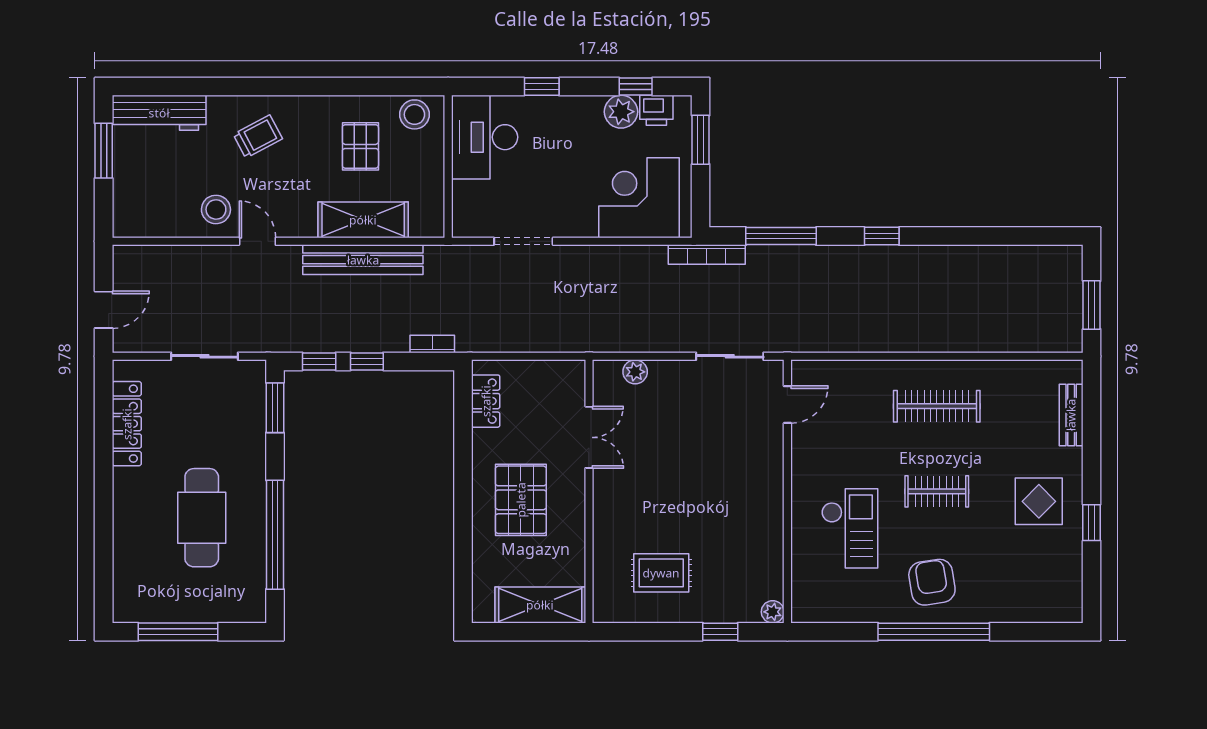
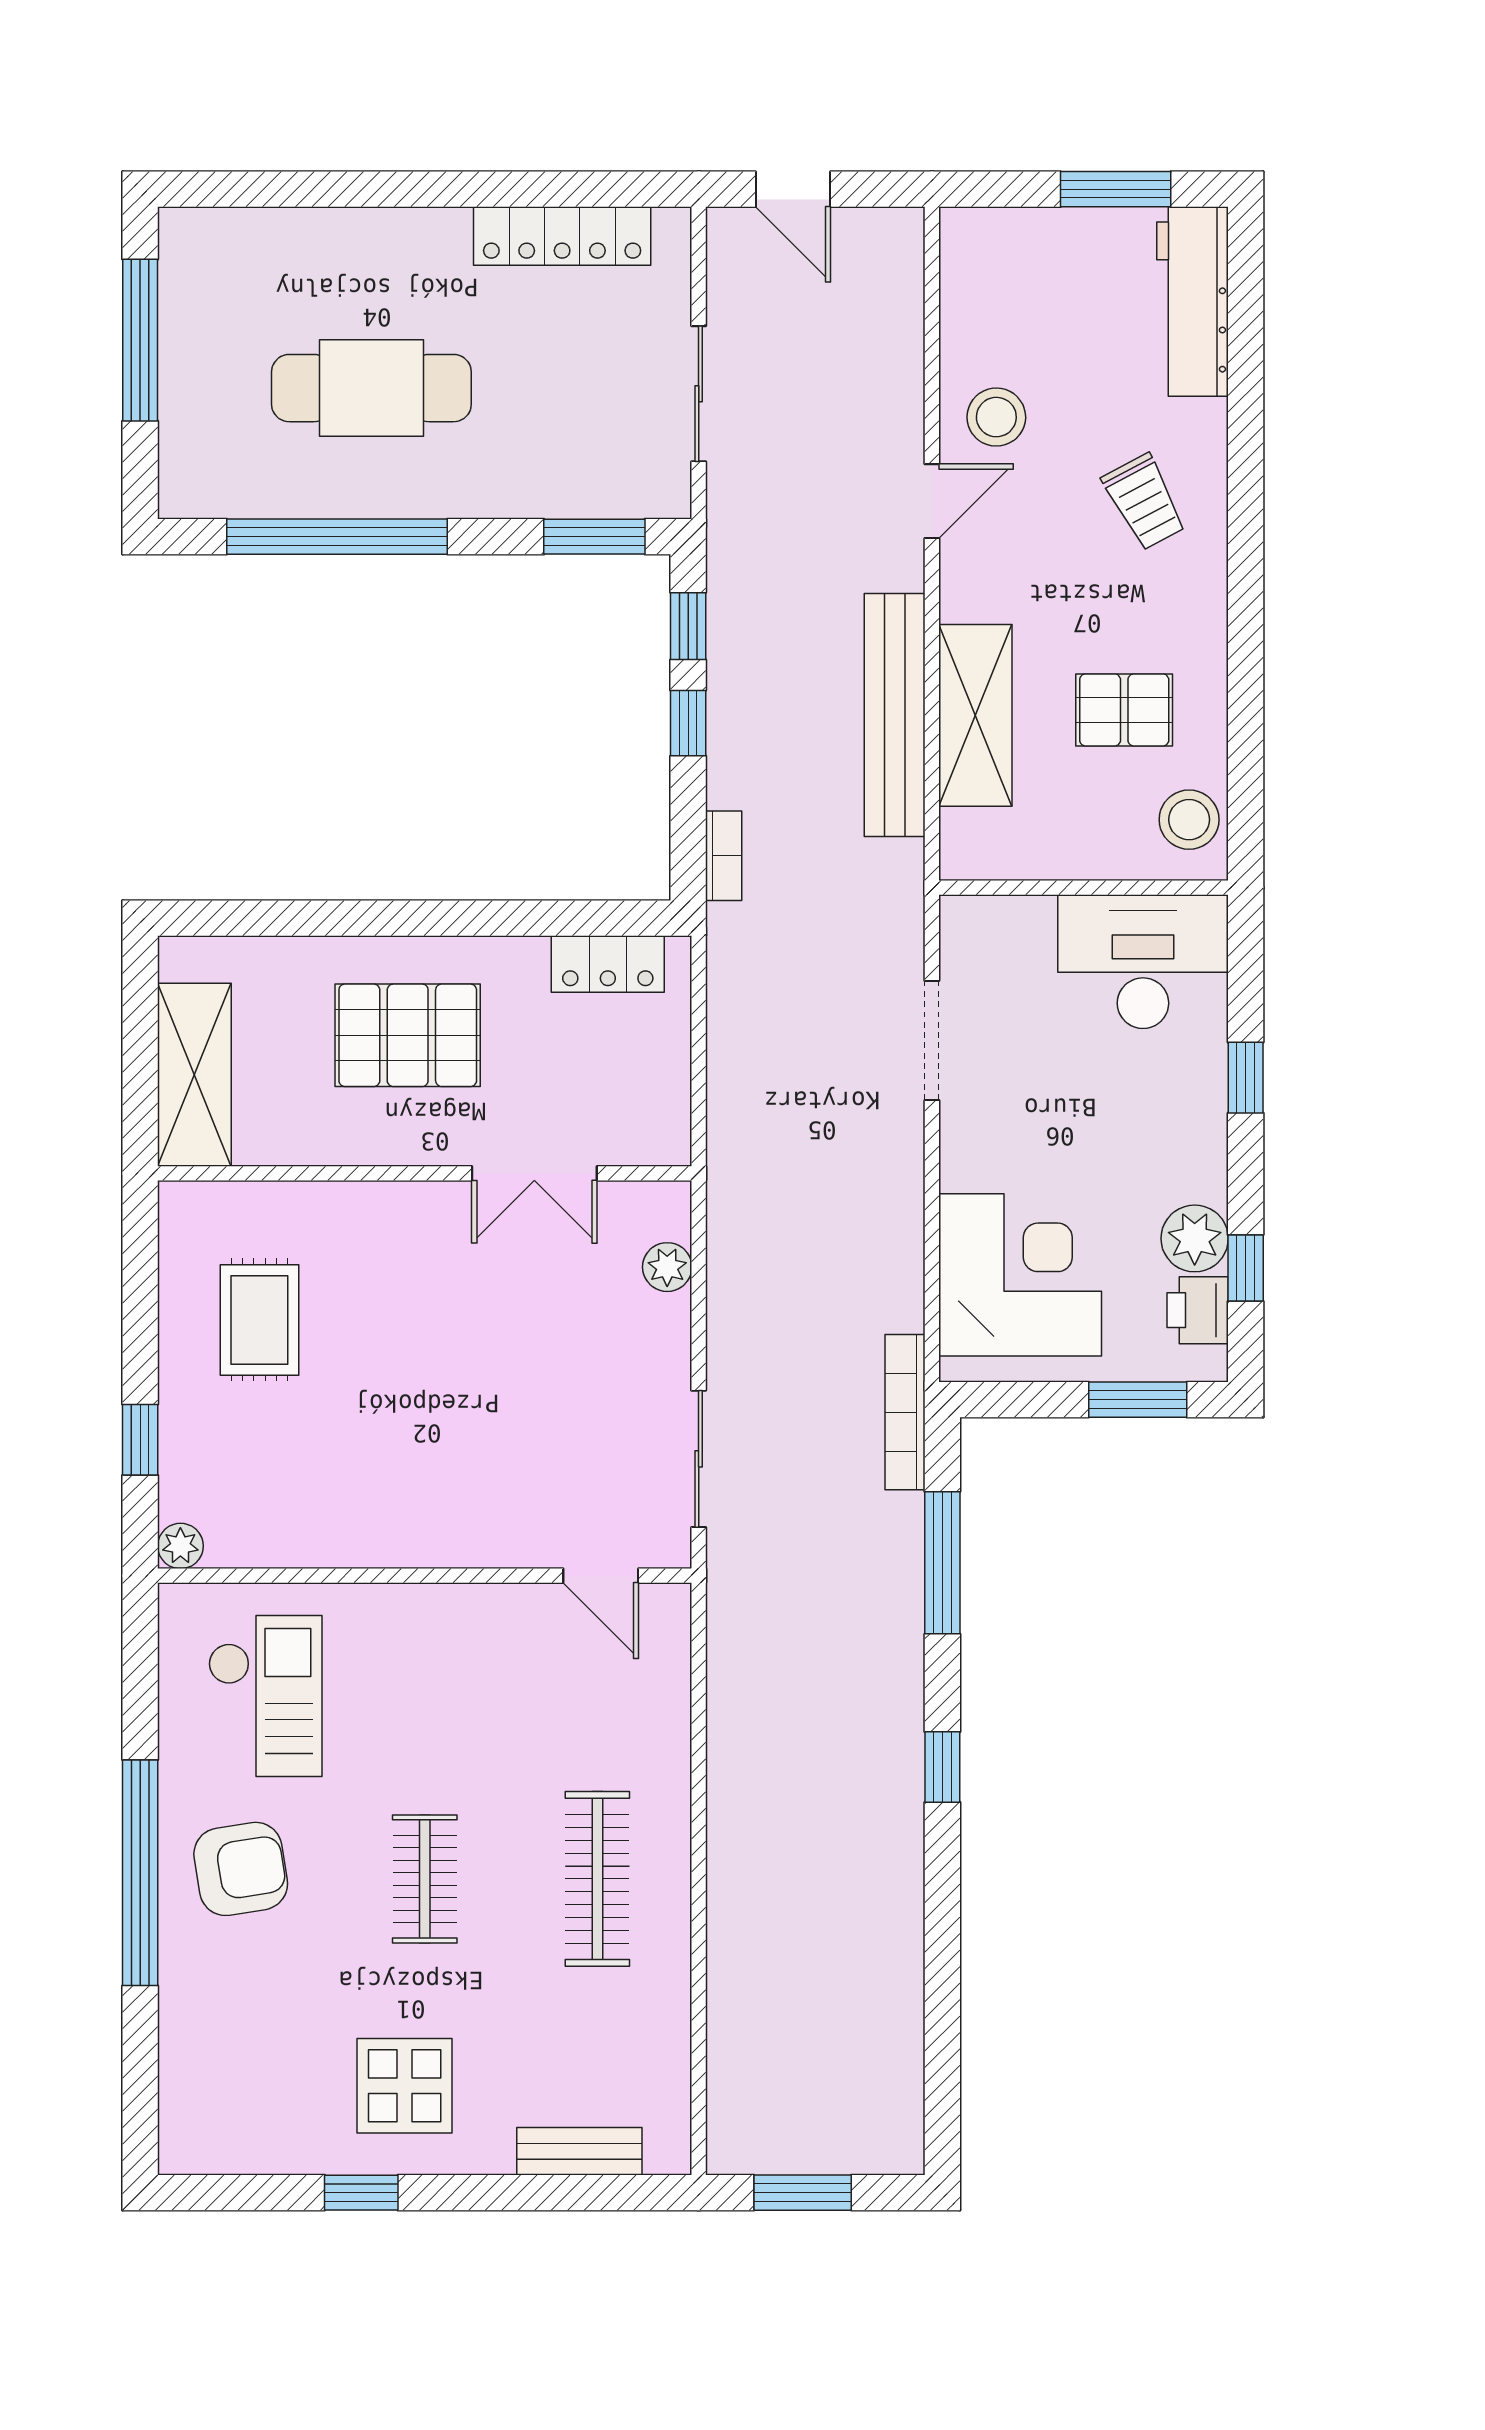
checkout: (850, 528) -> (265, 1696), moved, turned -90

